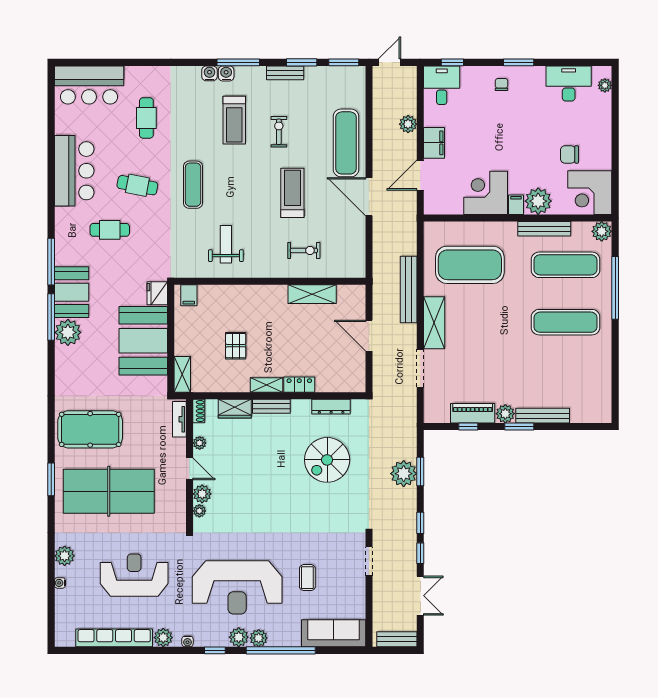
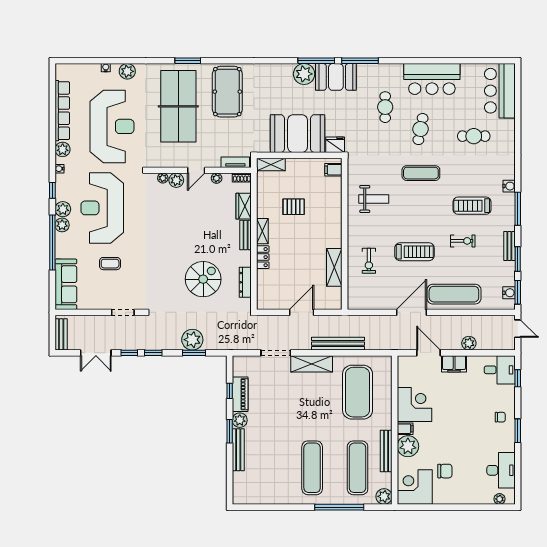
water cooler: (226, 73) -> (509, 293), moved
chair: (570, 154) -> (445, 471), turned 90
spiral stairs: (327, 460) -> (203, 279), turned 90
reception desk: (134, 575) -> (112, 126), width x1.36, depth x1.30

